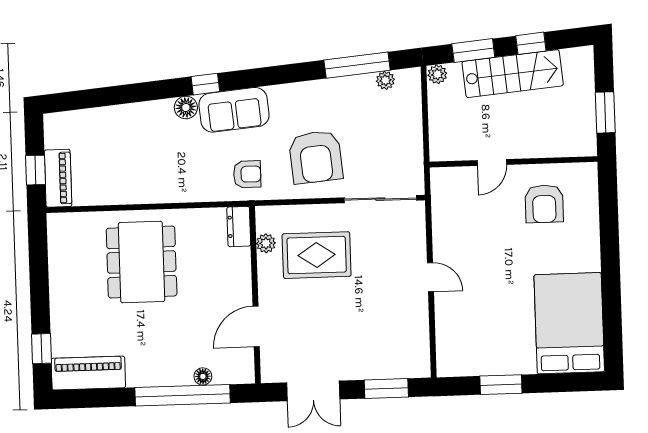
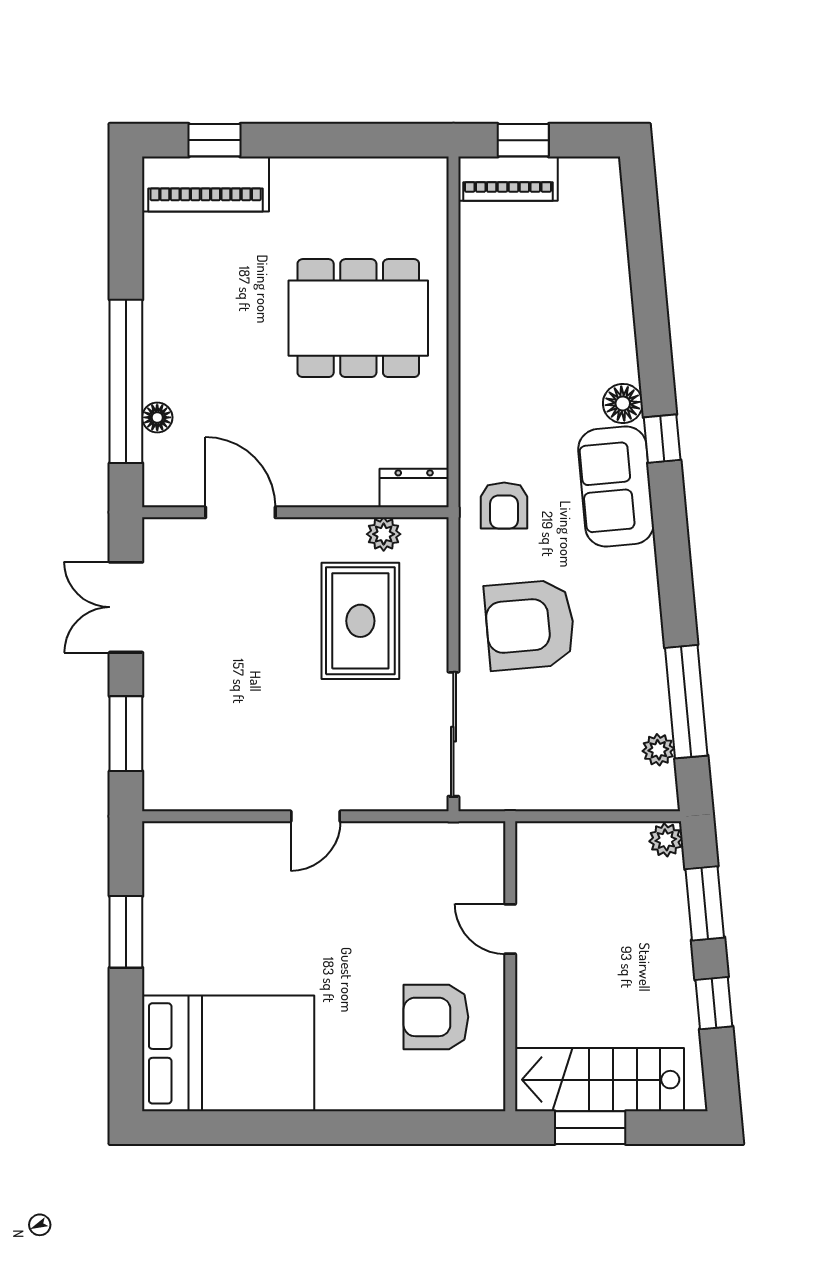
stairs: (513, 74) -> (599, 1080), moved, turned 95
piano: (88, 373) -> (206, 184), moved, turned 90

